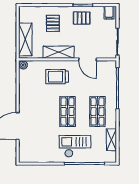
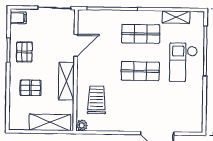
trolley: (57, 77) -> (97, 100), moved, turned 180

